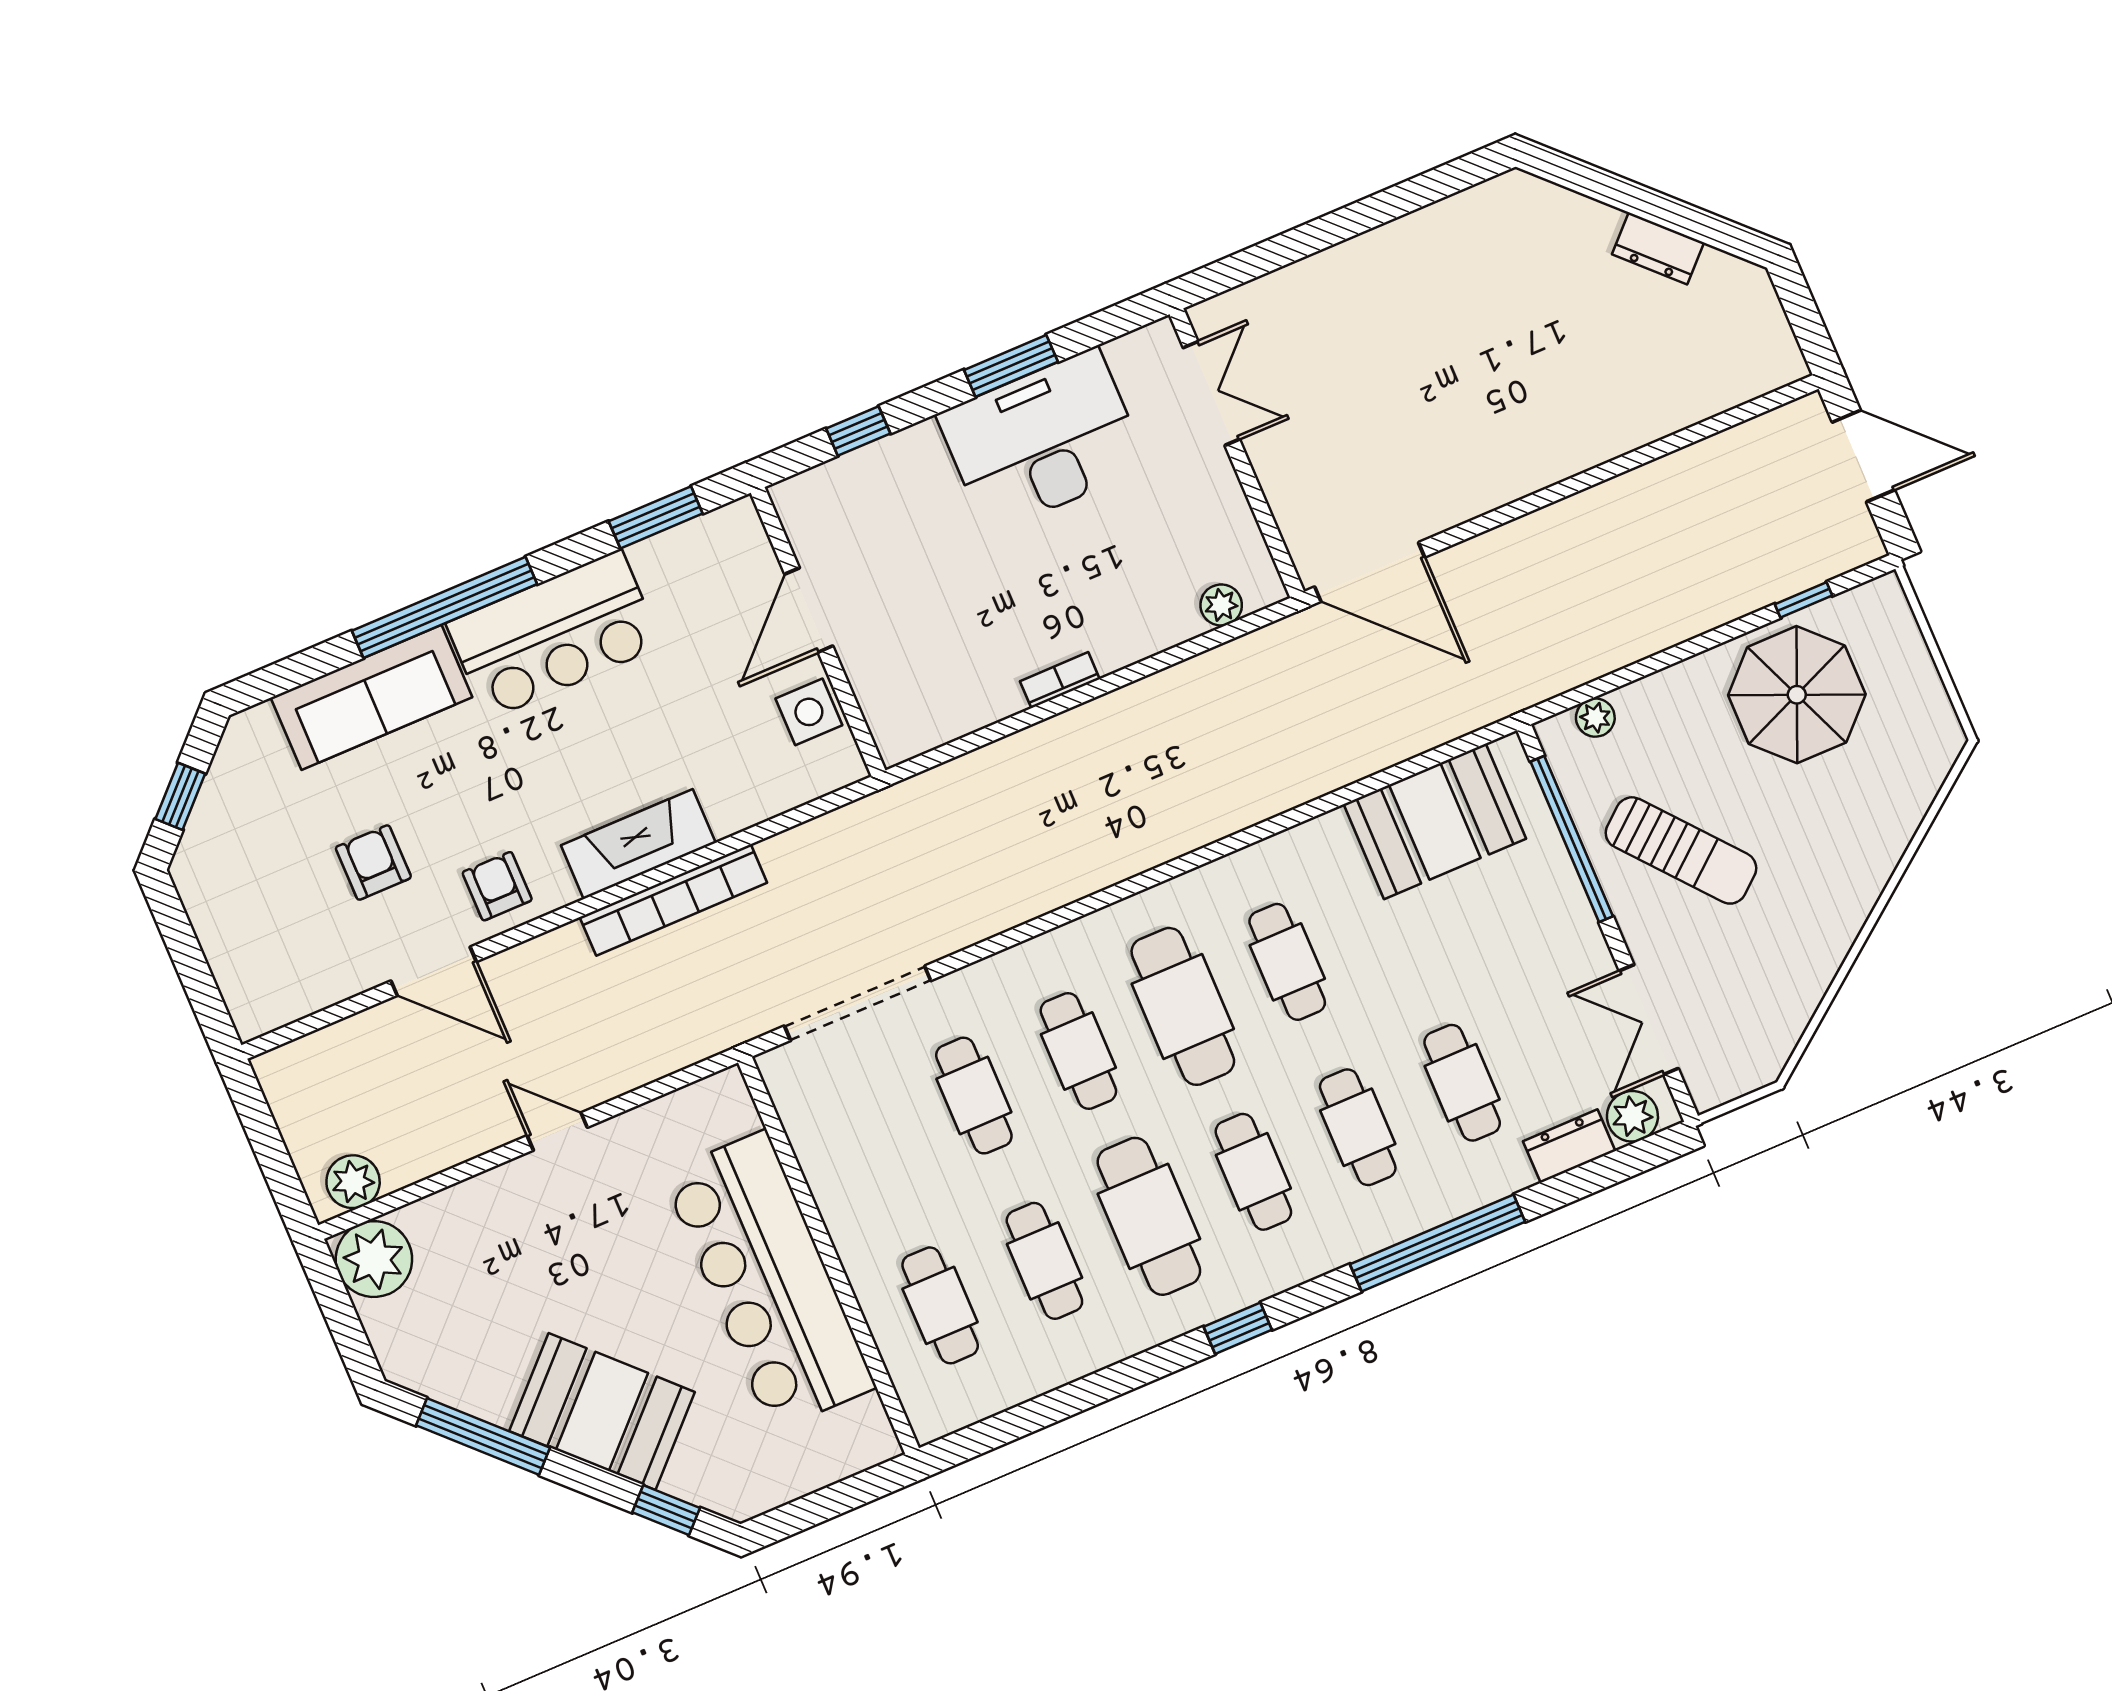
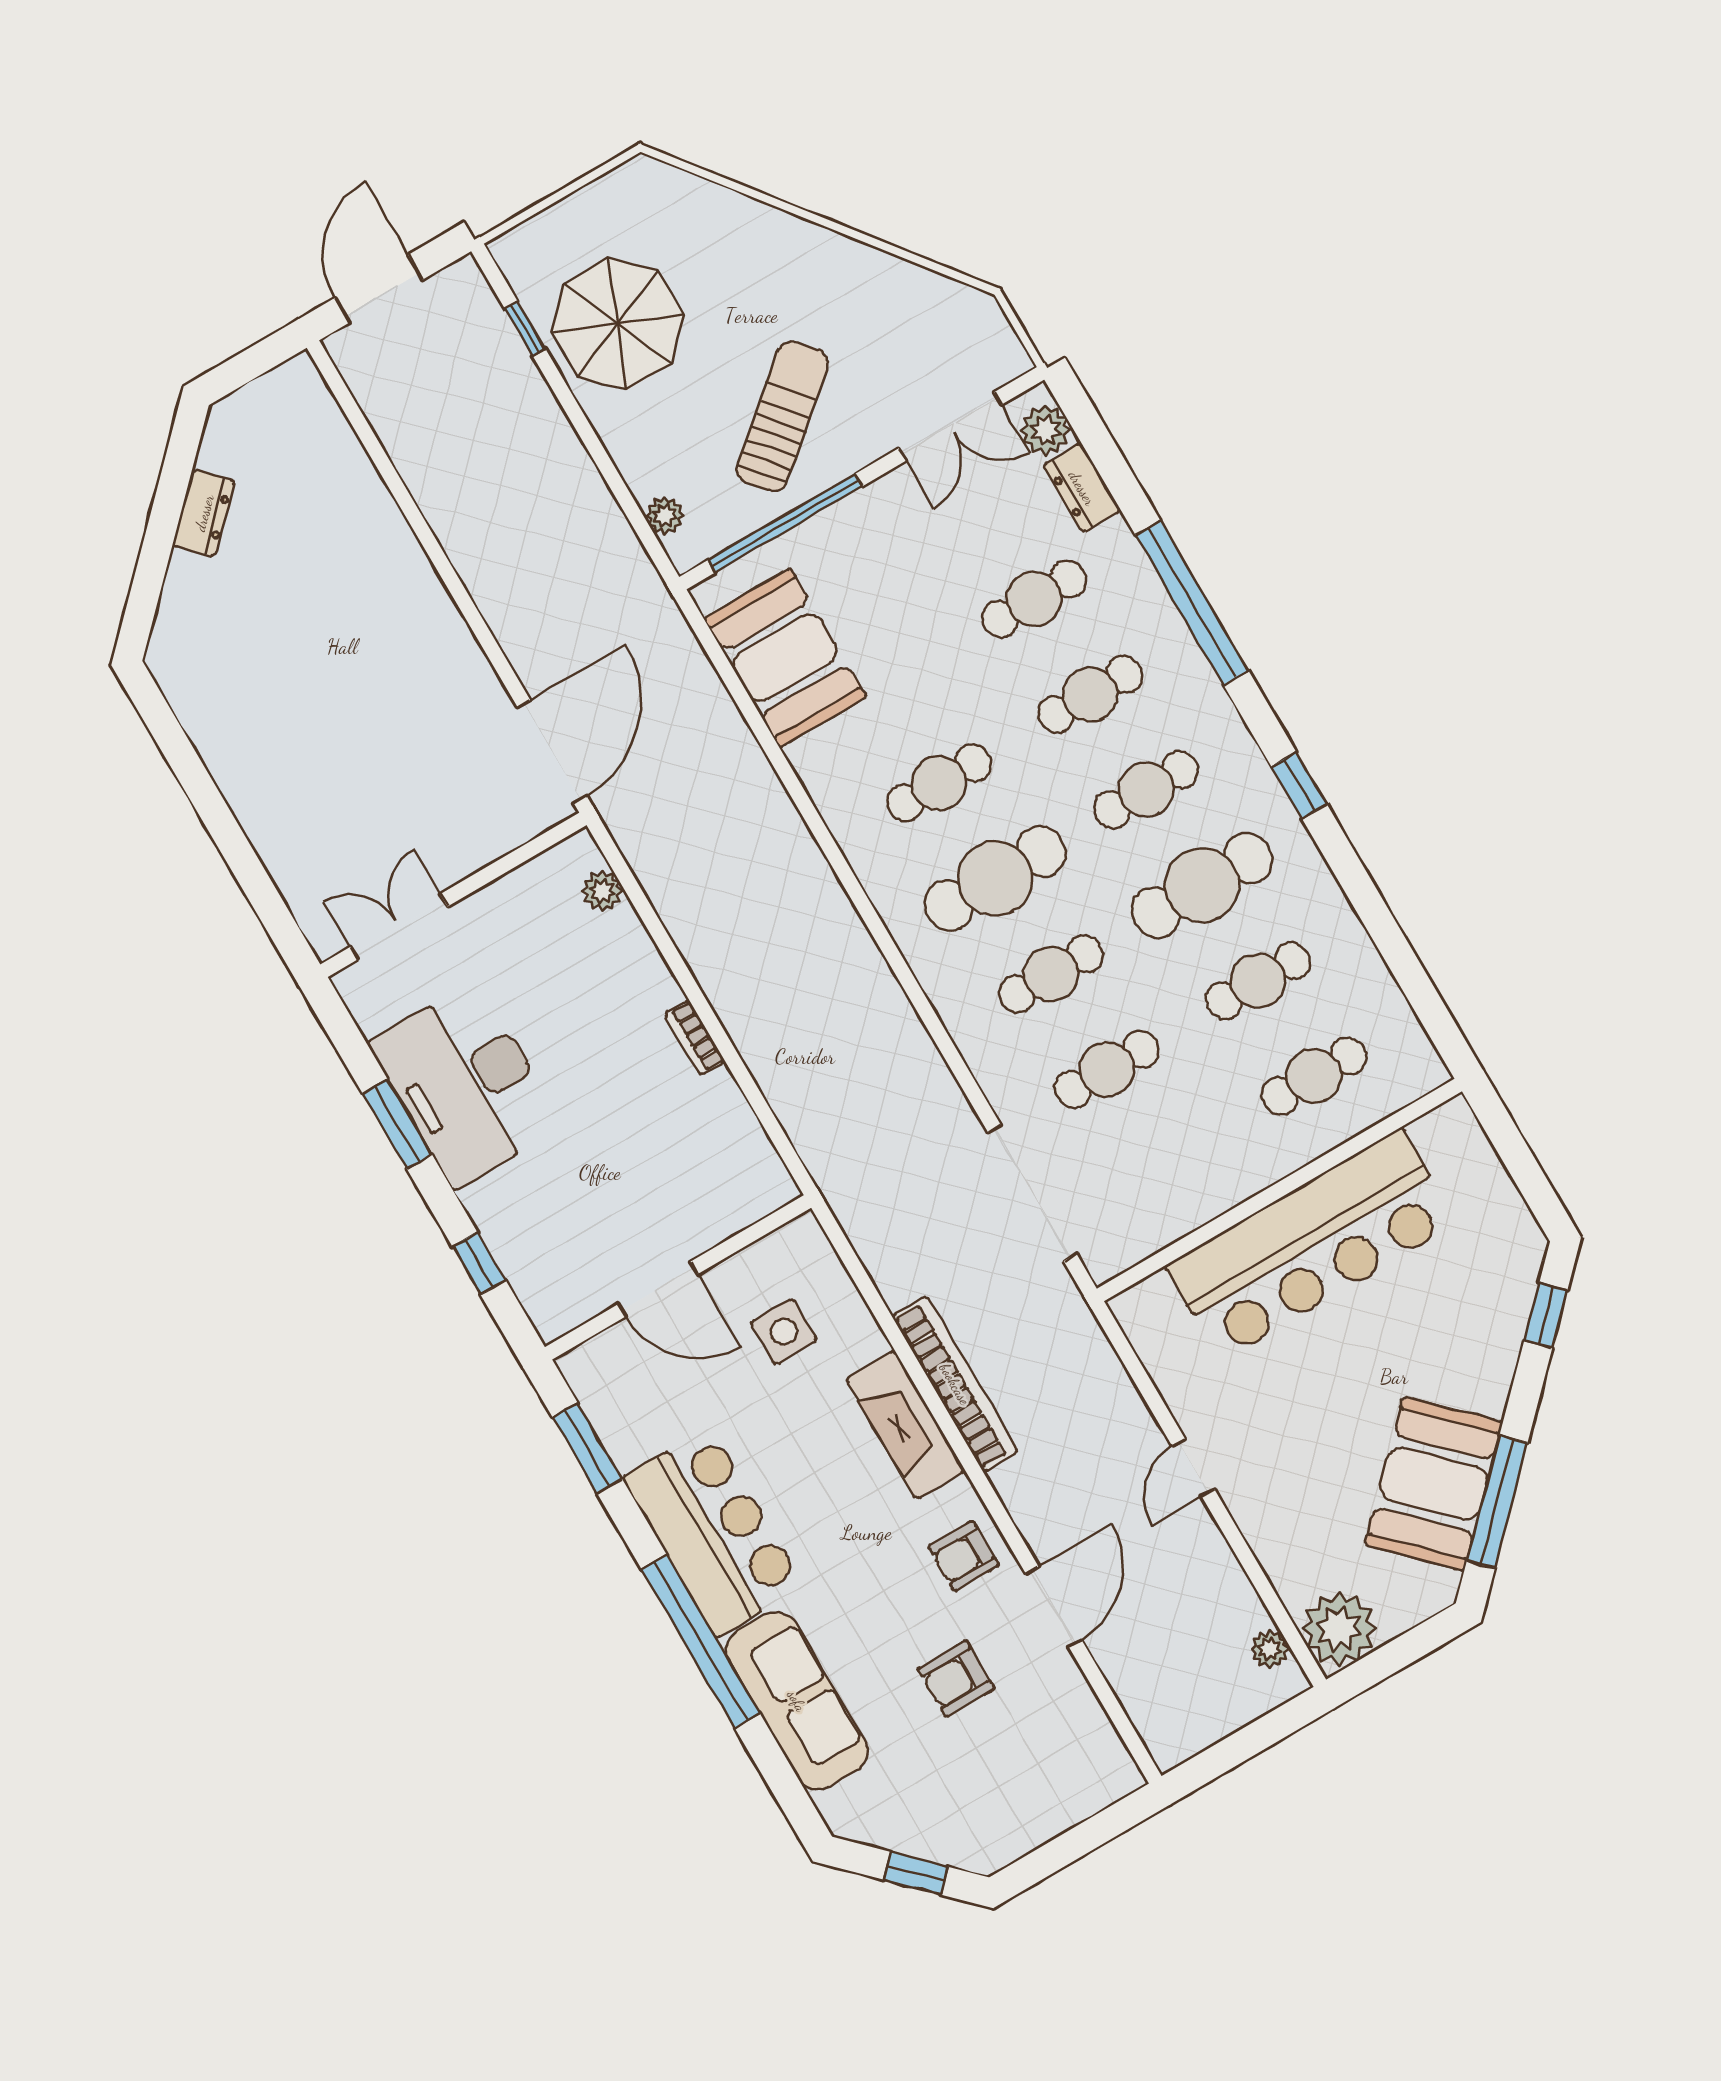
side table: (809, 712) -> (784, 1332), moved
plant: (353, 1182) -> (1270, 1649), width x0.73, depth x0.73
booth: (602, 1411) -> (1434, 1484), moved

